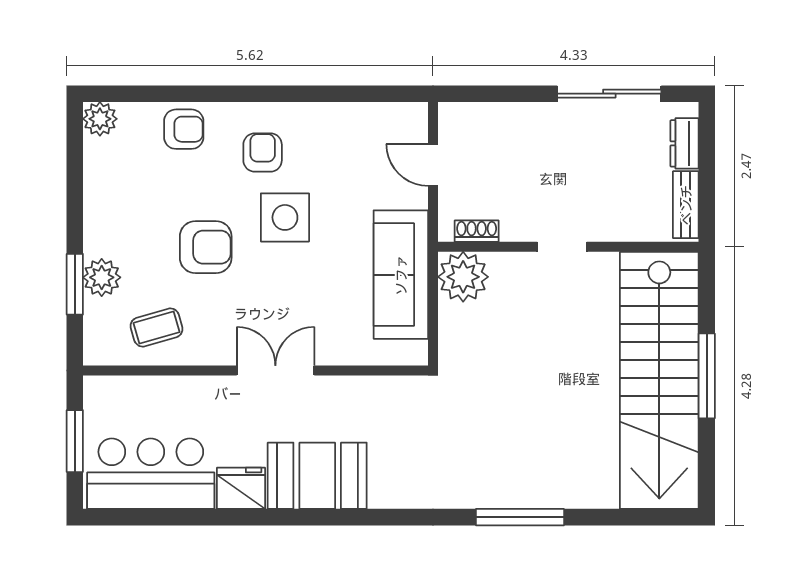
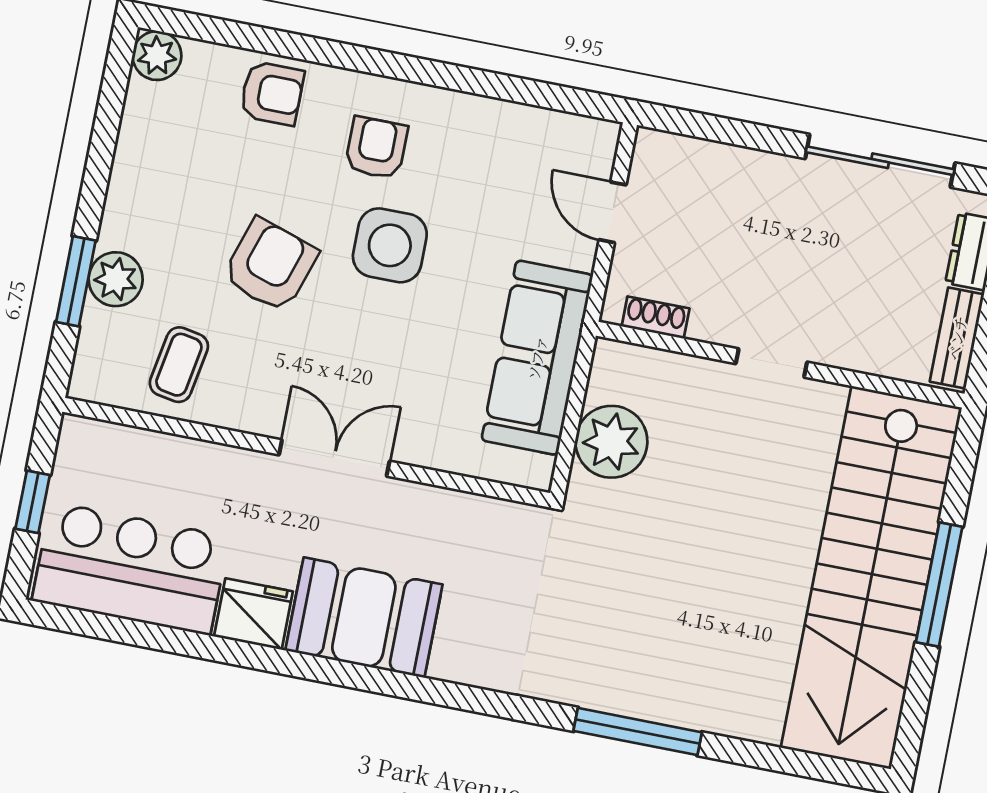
armchair: (206, 247) -> (270, 265), turned -72
plant: (463, 277) -> (611, 442), moved
coffee table: (157, 328) -> (179, 365), turned -64
window: (75, 441) -> (33, 502), width x0.67

